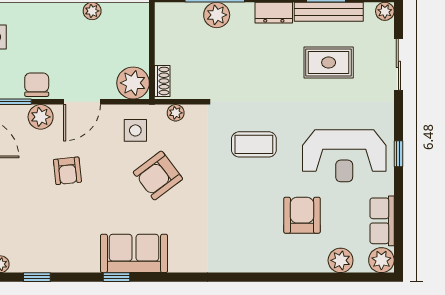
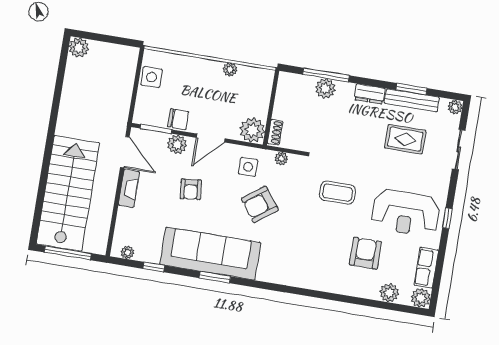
chair: (37, 85) -> (178, 119), turned 90
sofa: (134, 253) -> (210, 254), width x1.85, depth x1.27
window: (116, 277) -> (215, 277), width x1.50

